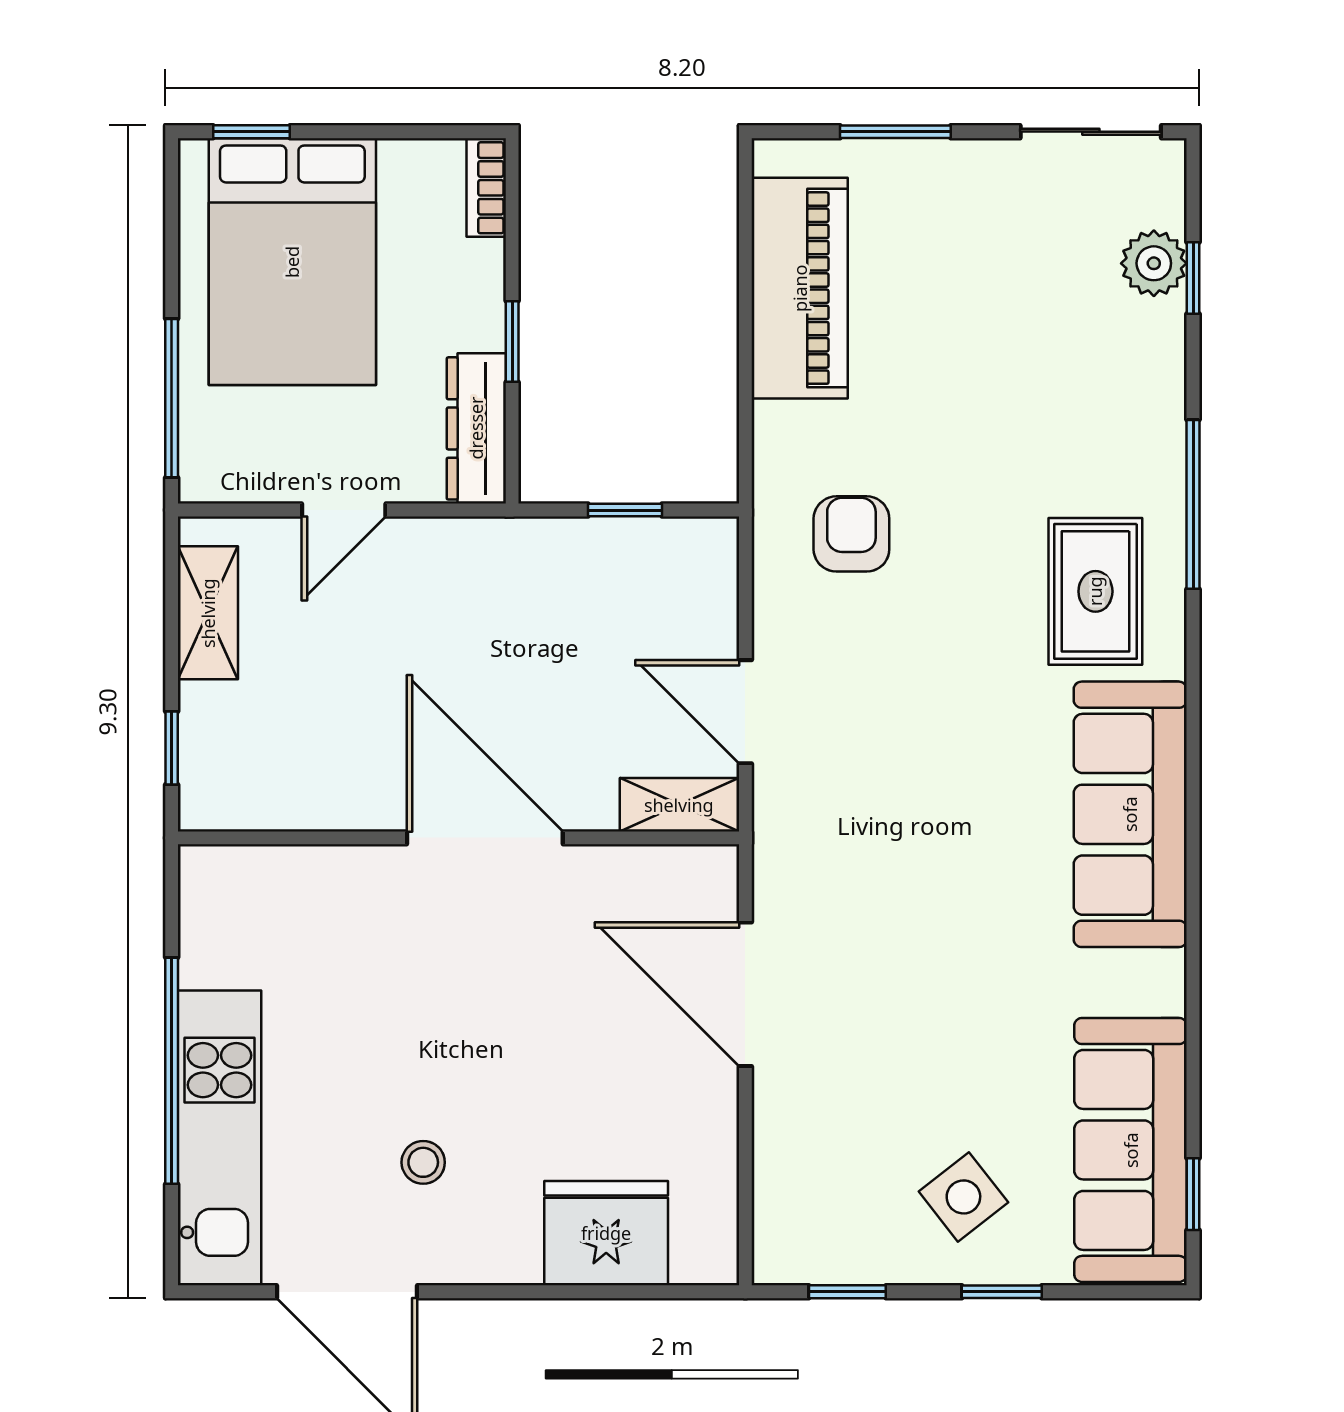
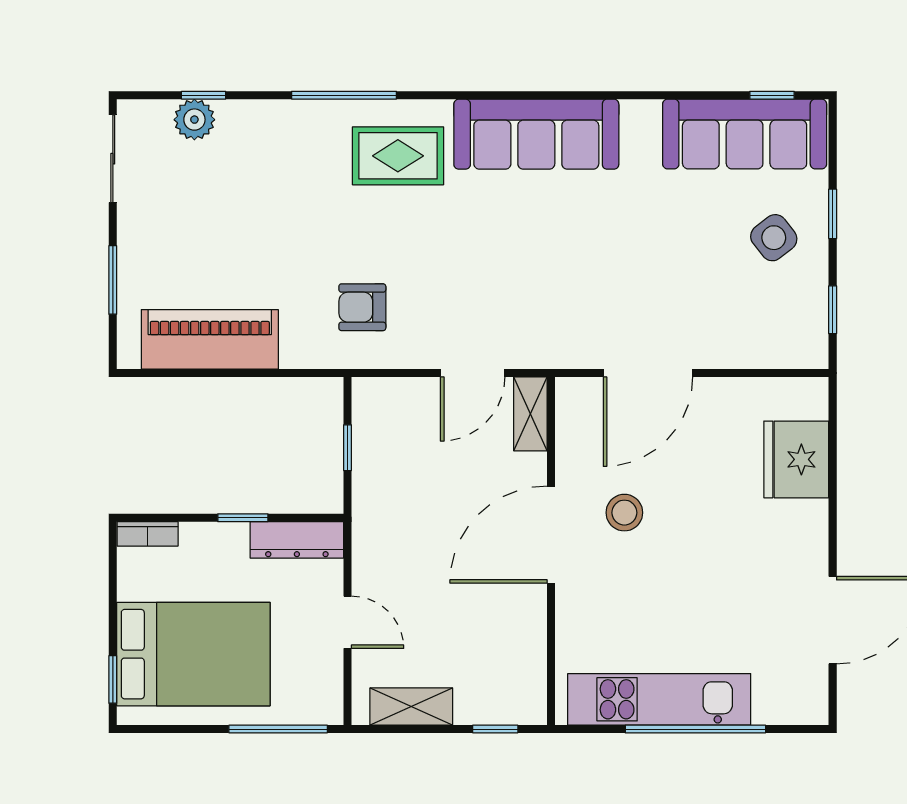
kitchen unit: (220, 1138) -> (659, 699), moved
stool: (423, 1162) -> (624, 513), moved, width x1.37, depth x1.37

